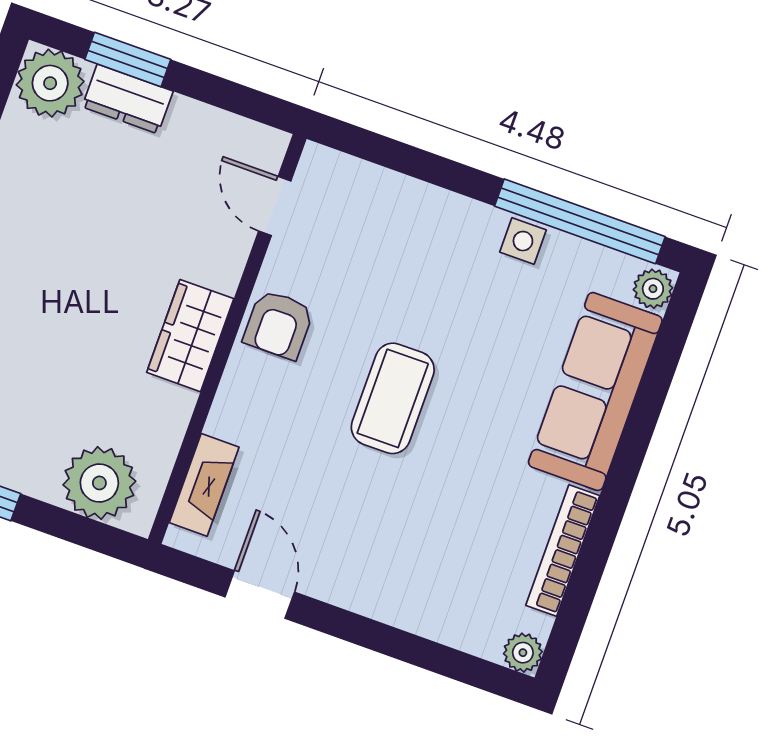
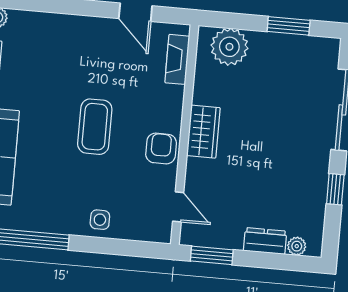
window: (128, 59) -> (212, 255), moved
plant: (50, 83) -> (297, 246), width x0.53, depth x0.53
side table: (523, 241) -> (100, 220), moved

